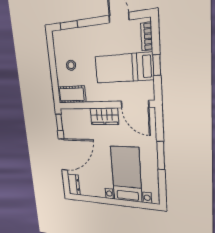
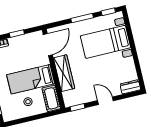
bed: (124, 68) -> (31, 79), moved, turned 90
wardrobe: (104, 116) -> (64, 73), width x1.50
door: (63, 154) -> (105, 101), width x0.53
window: (162, 189) -> (108, 12), added

